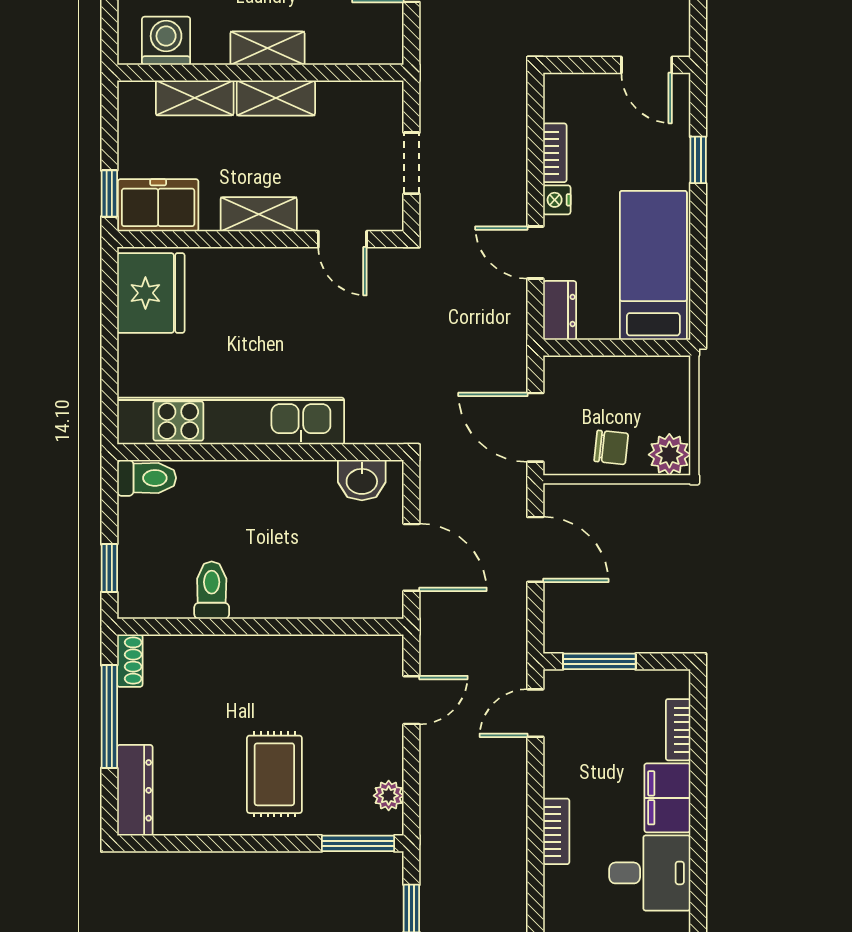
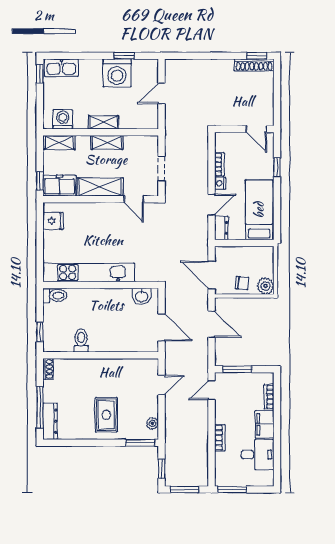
shelving: (195, 98) -> (59, 142), moved
shelving: (259, 214) -> (100, 187), width x1.50, depth x1.33
door: (535, 253) -> (211, 205), swing flipped
fridge: (151, 293) -> (53, 221), width x0.53, depth x0.75
window: (109, 717) -> (40, 407), moved

